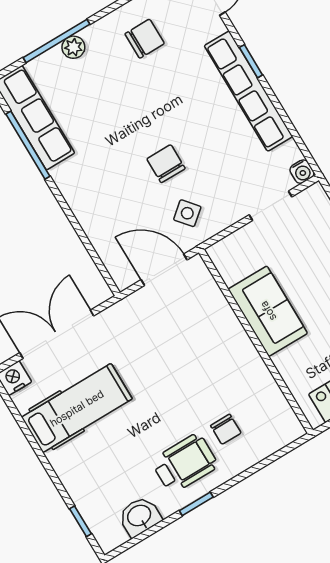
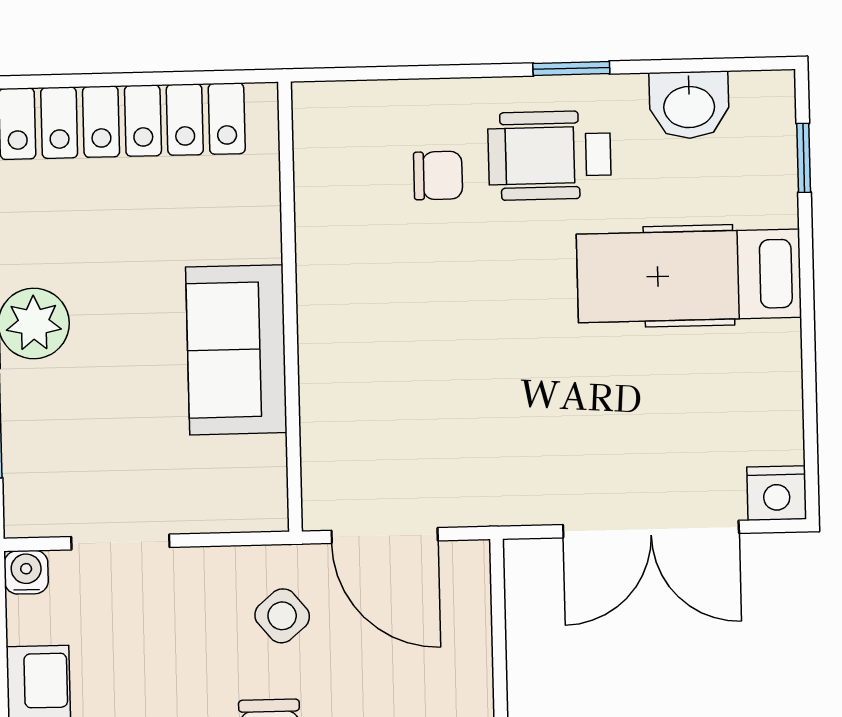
hospital bed: (77, 408) -> (689, 276), moved
chair: (226, 429) -> (438, 176), turned 90

